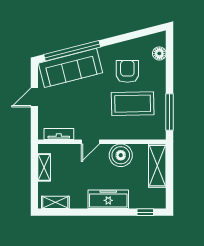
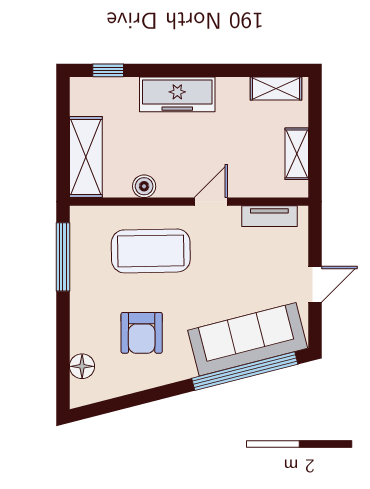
coffee table: (133, 104) -> (151, 251), moved
boiler: (121, 155) -> (144, 186), width x0.54, depth x0.54

